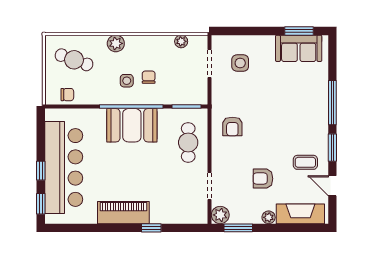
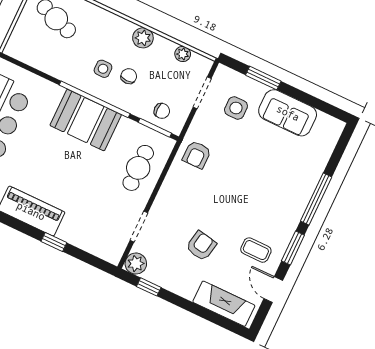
window: (299, 31) -> (263, 78), moved
plant: (116, 43) -> (143, 38), moved
sofa: (299, 48) -> (288, 113), moved
chair: (67, 95) -> (162, 111), moved
armchair: (232, 126) -> (197, 155), moved
armchair: (263, 179) -> (201, 246), turned 101
plant: (269, 217) -> (187, 291), removed
window: (238, 228) -> (149, 287), width x0.67

